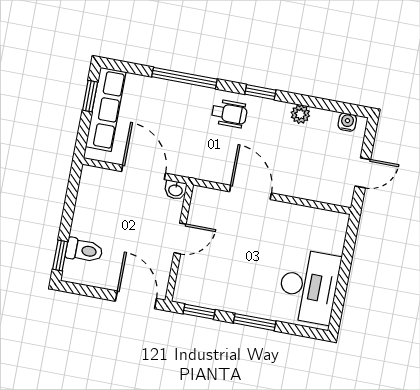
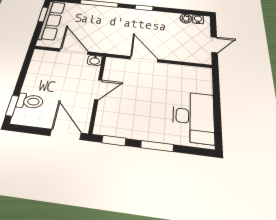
wheelchair: (229, 113) -> (127, 19), removed
plant: (300, 114) -> (186, 19), moved

